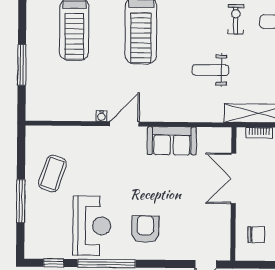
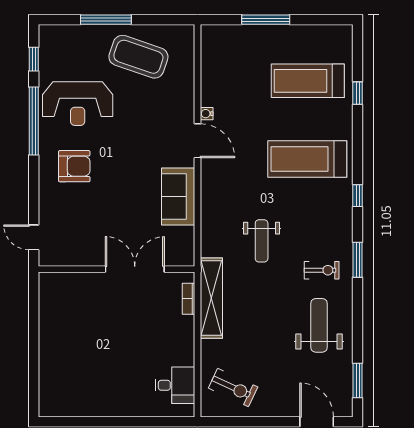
weight bench: (210, 70) -> (262, 241), turned 180
coffee table: (52, 174) -> (138, 57), width x1.36, depth x1.32
chair: (256, 235) -> (69, 296), removed

